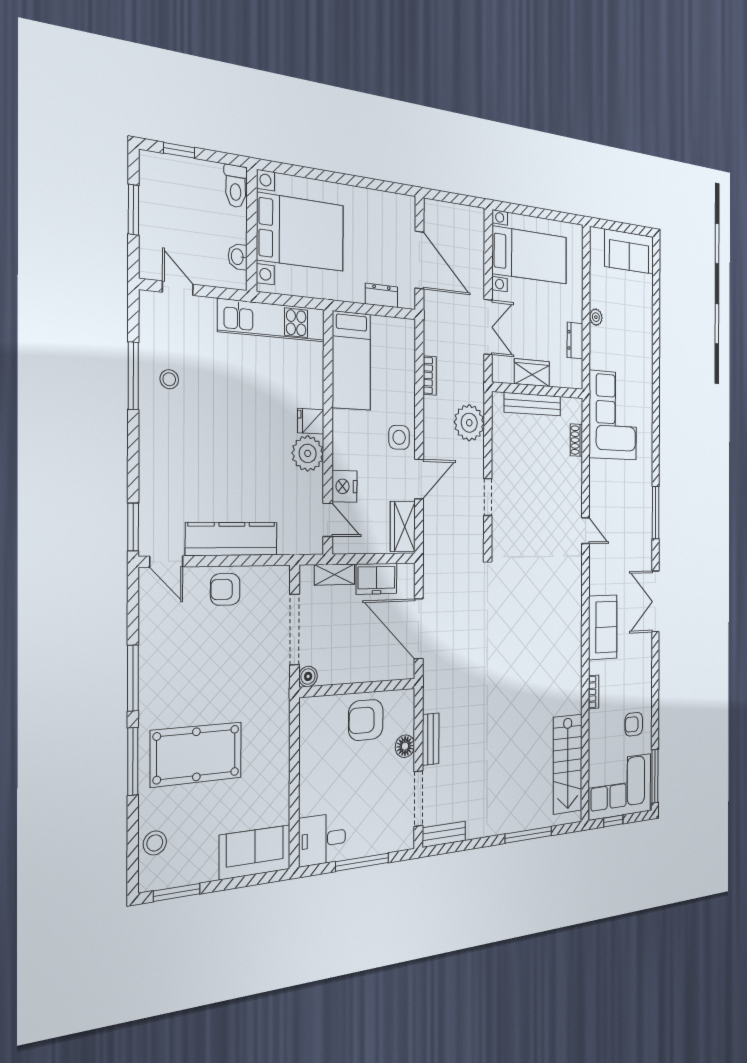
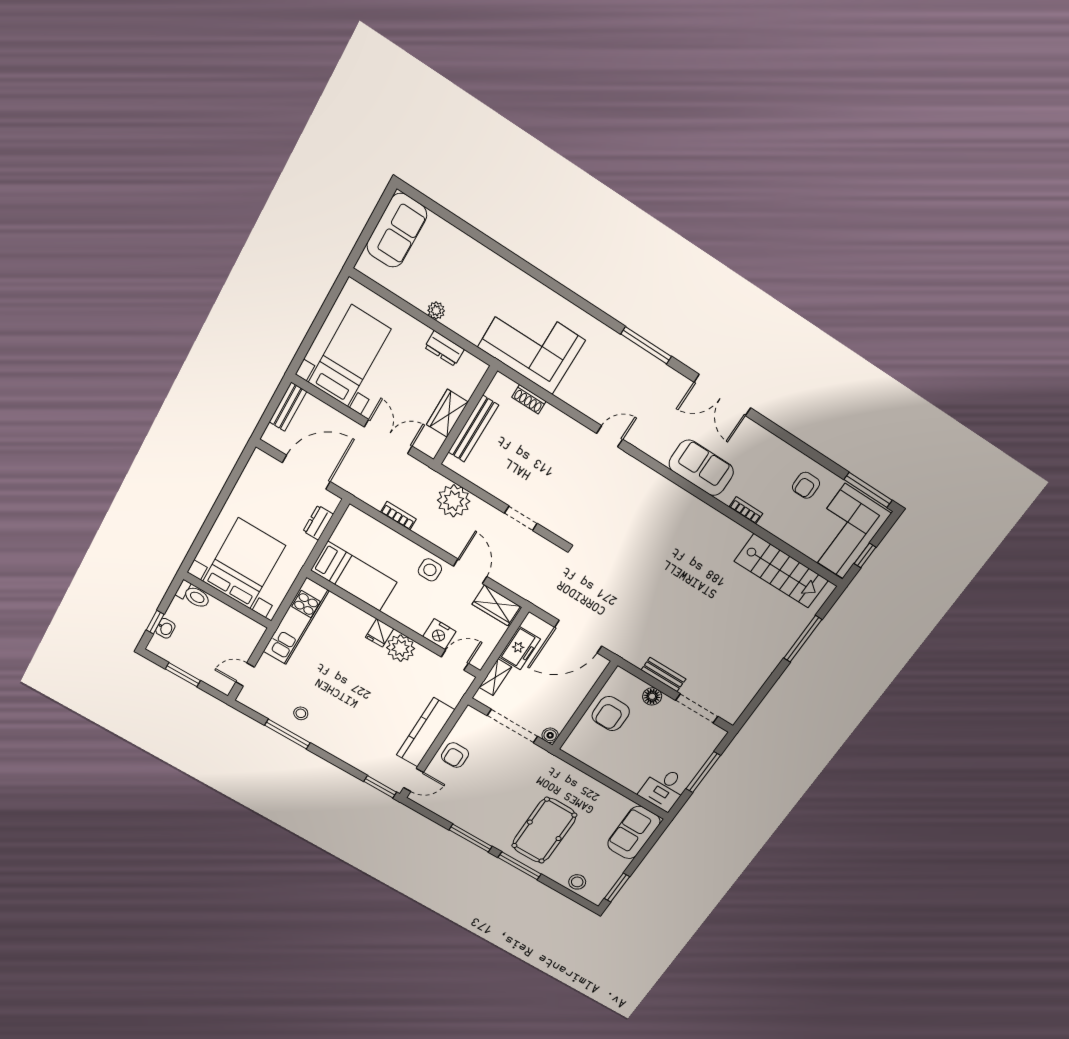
washbasin: (238, 257) -> (165, 628), moved, turned -90
bench: (444, 834) -> (288, 407), moved

